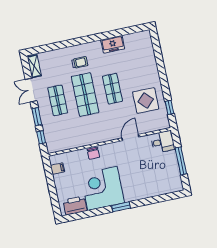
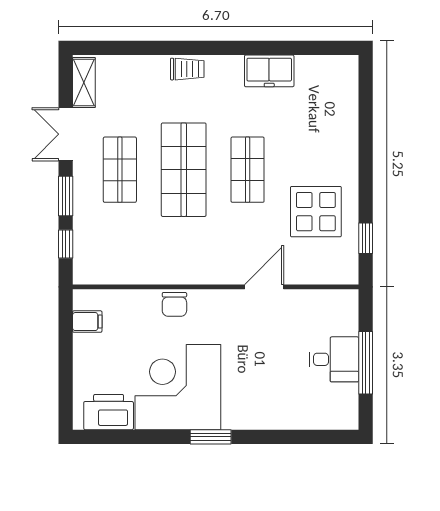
trolley: (80, 62) -> (187, 69), moved
desk: (163, 142) -> (334, 359), moved

